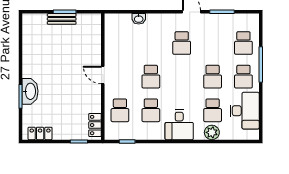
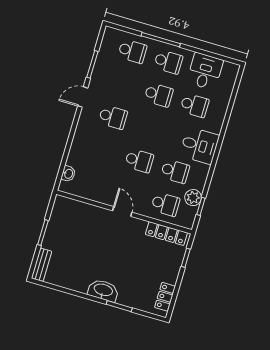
bench: (62, 19) -> (42, 265), moved
washbasin: (139, 19) -> (68, 174), moved
door: (103, 75) -> (122, 211), swing flipped
washbasin: (30, 91) -> (103, 290), moved
desk: (245, 111) -> (205, 71), width x0.73
locker: (95, 125) -> (166, 234), width x1.53
plant: (212, 132) -> (193, 198), moved

